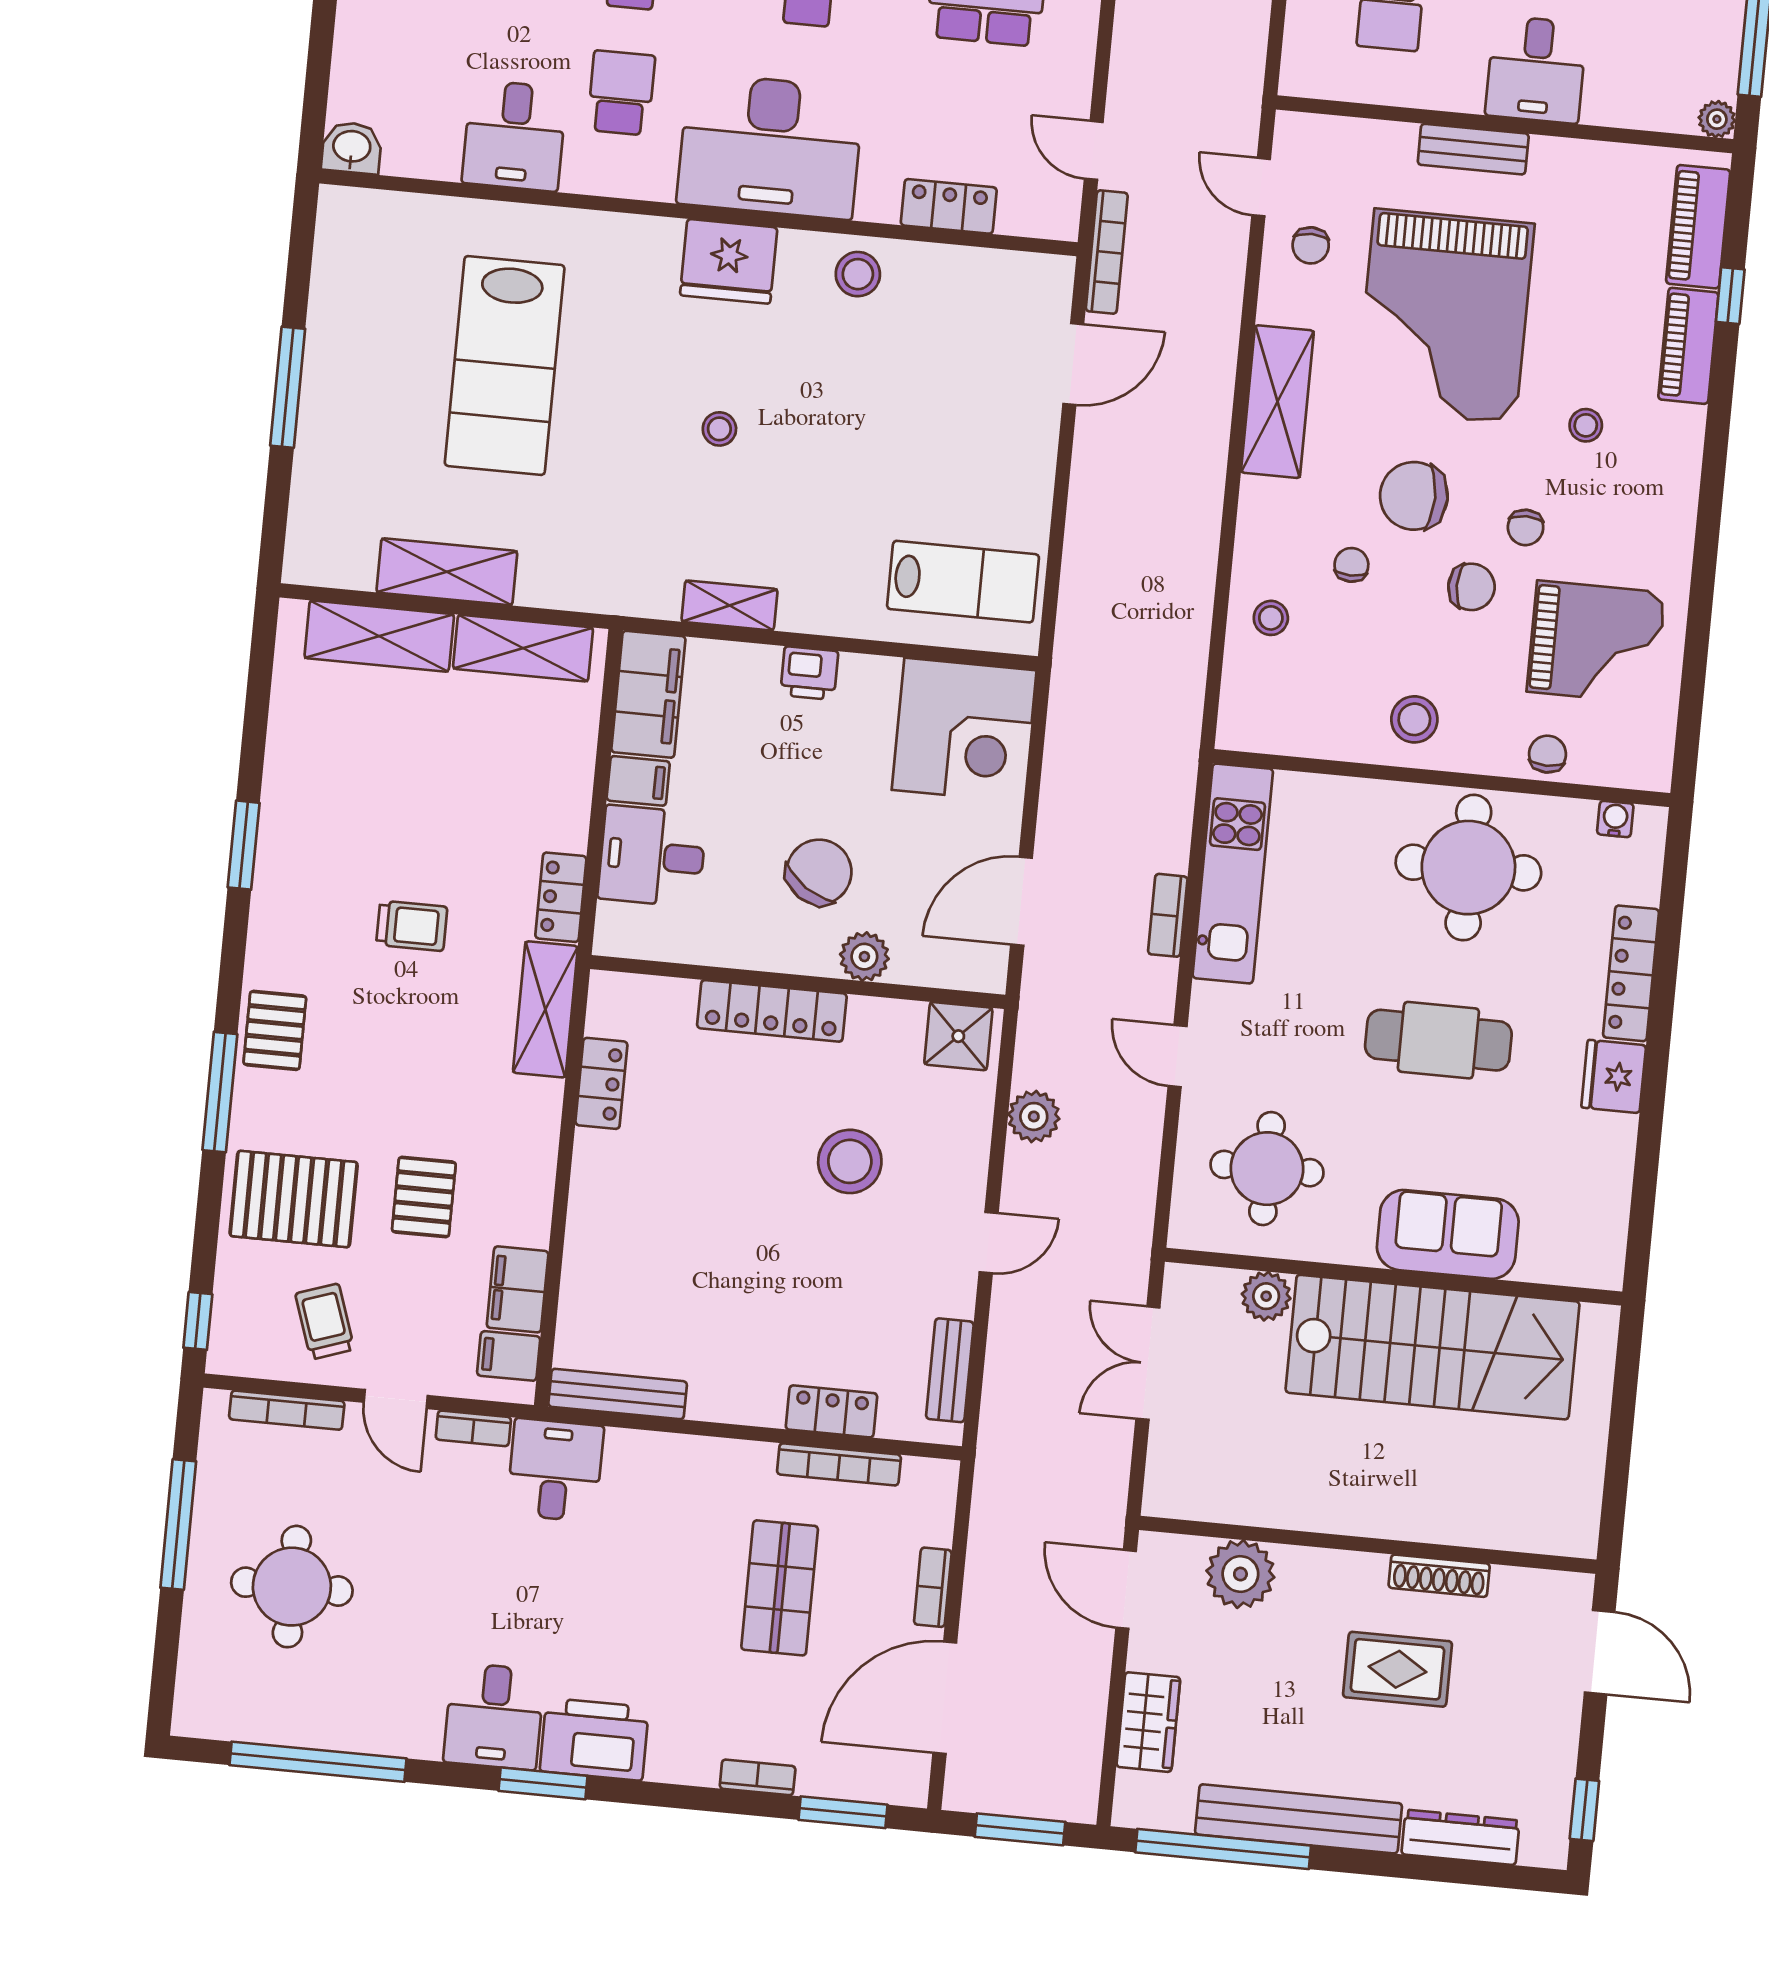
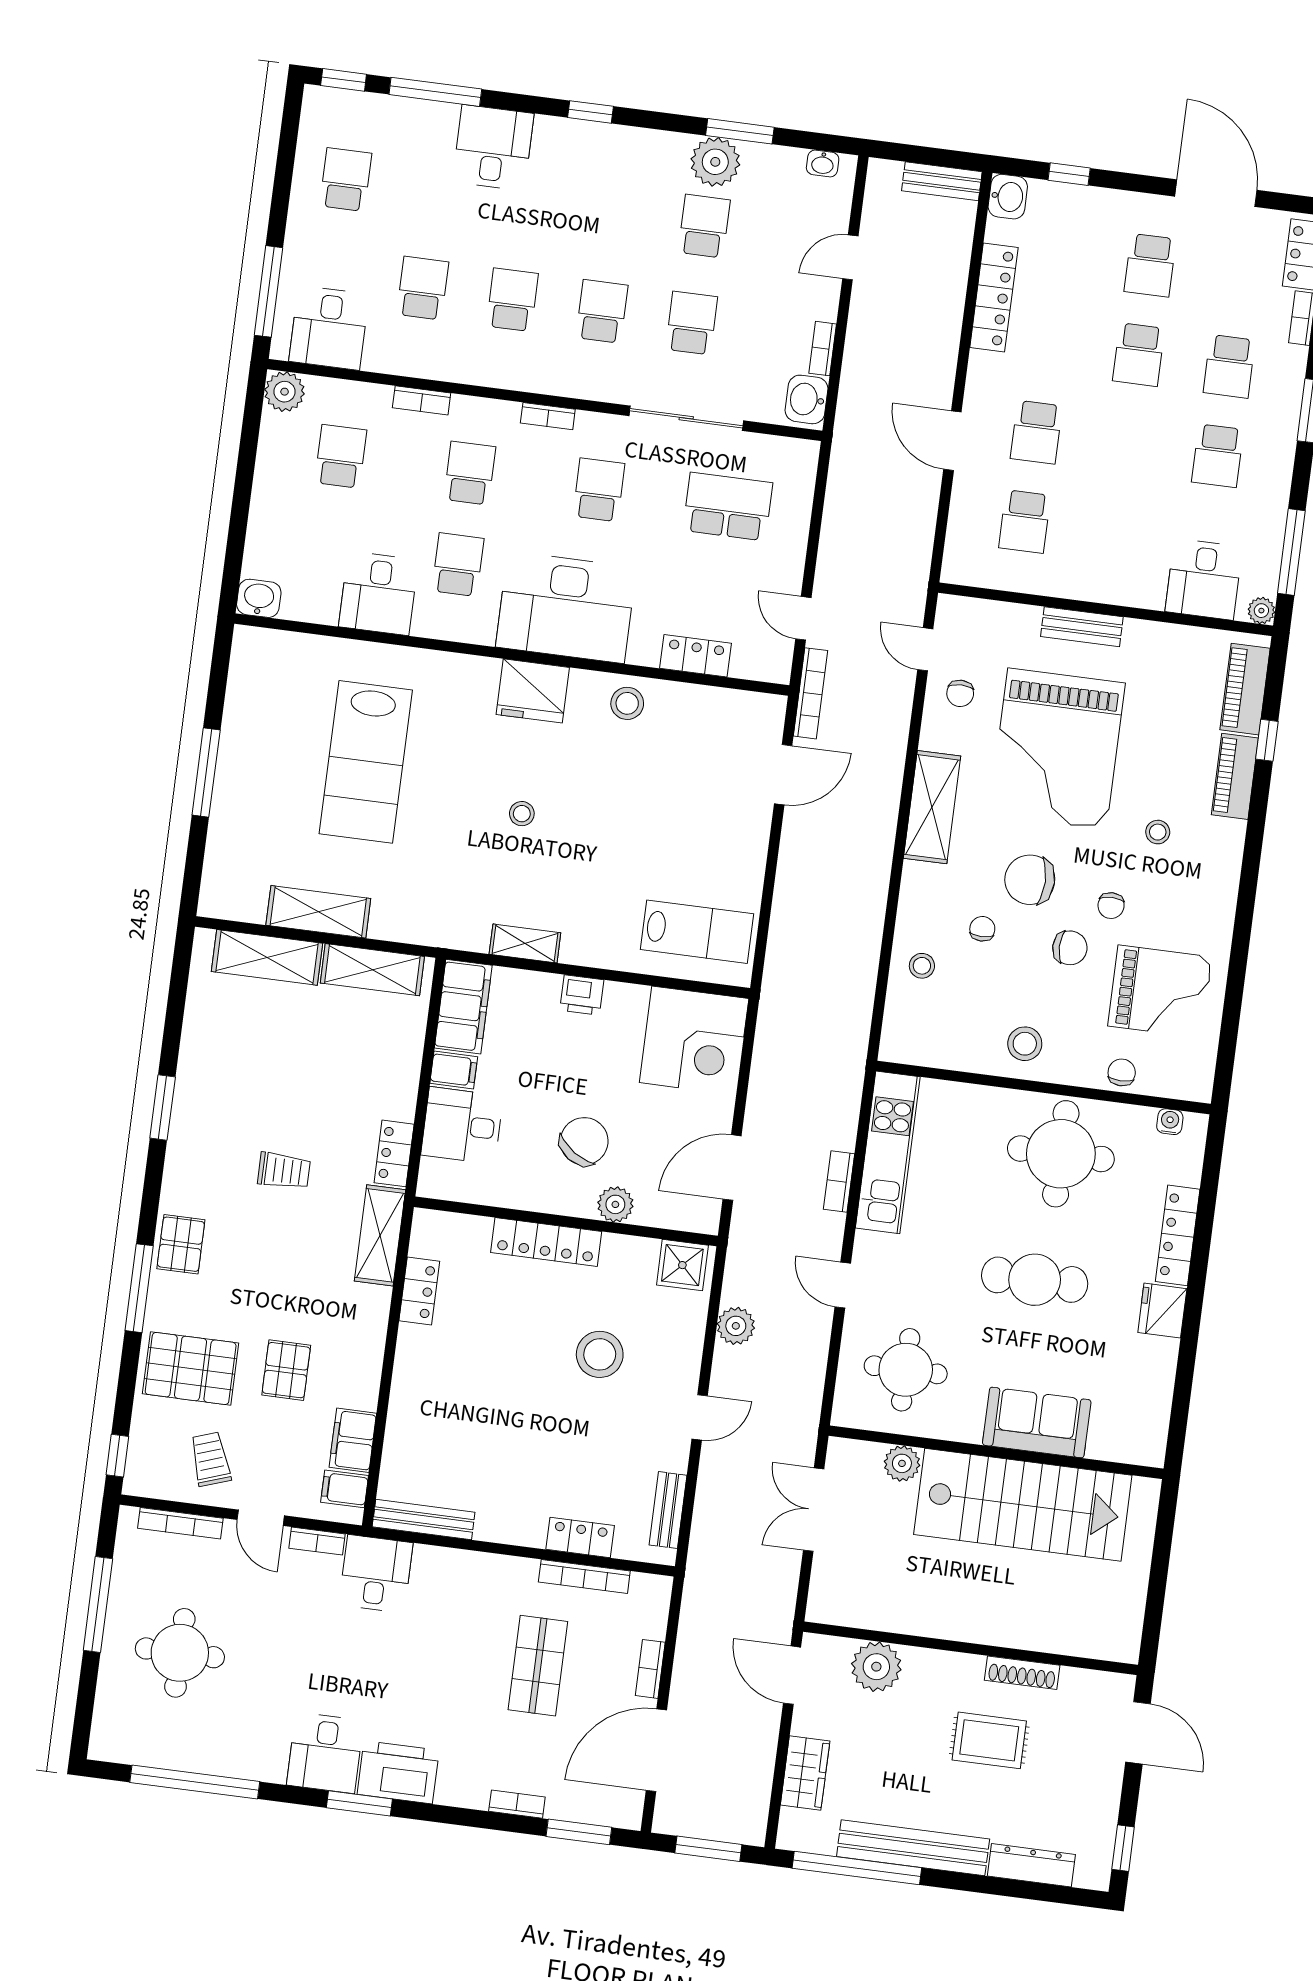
desk: (1536, 69) -> (1204, 579), moved

